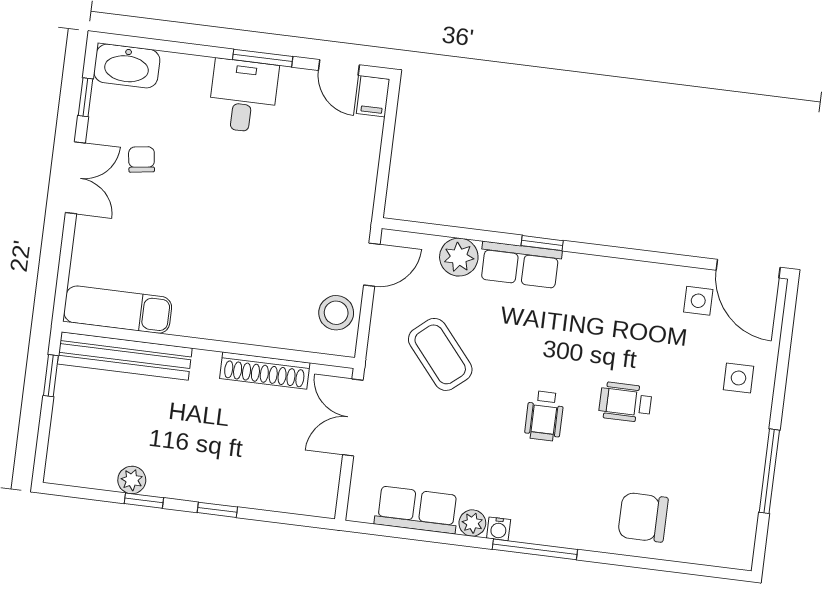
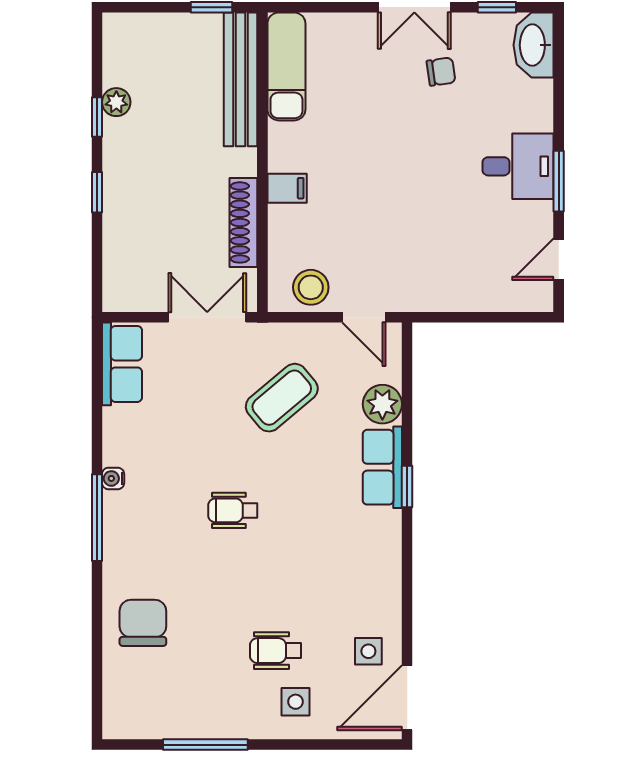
filing cabinet: (373, 96) -> (287, 188), moved, turned 180
wheelchair: (625, 402) -> (276, 651), moved, turned -90
row of seats: (417, 510) -> (122, 364), moved
plant: (472, 523) -> (116, 451), removed

